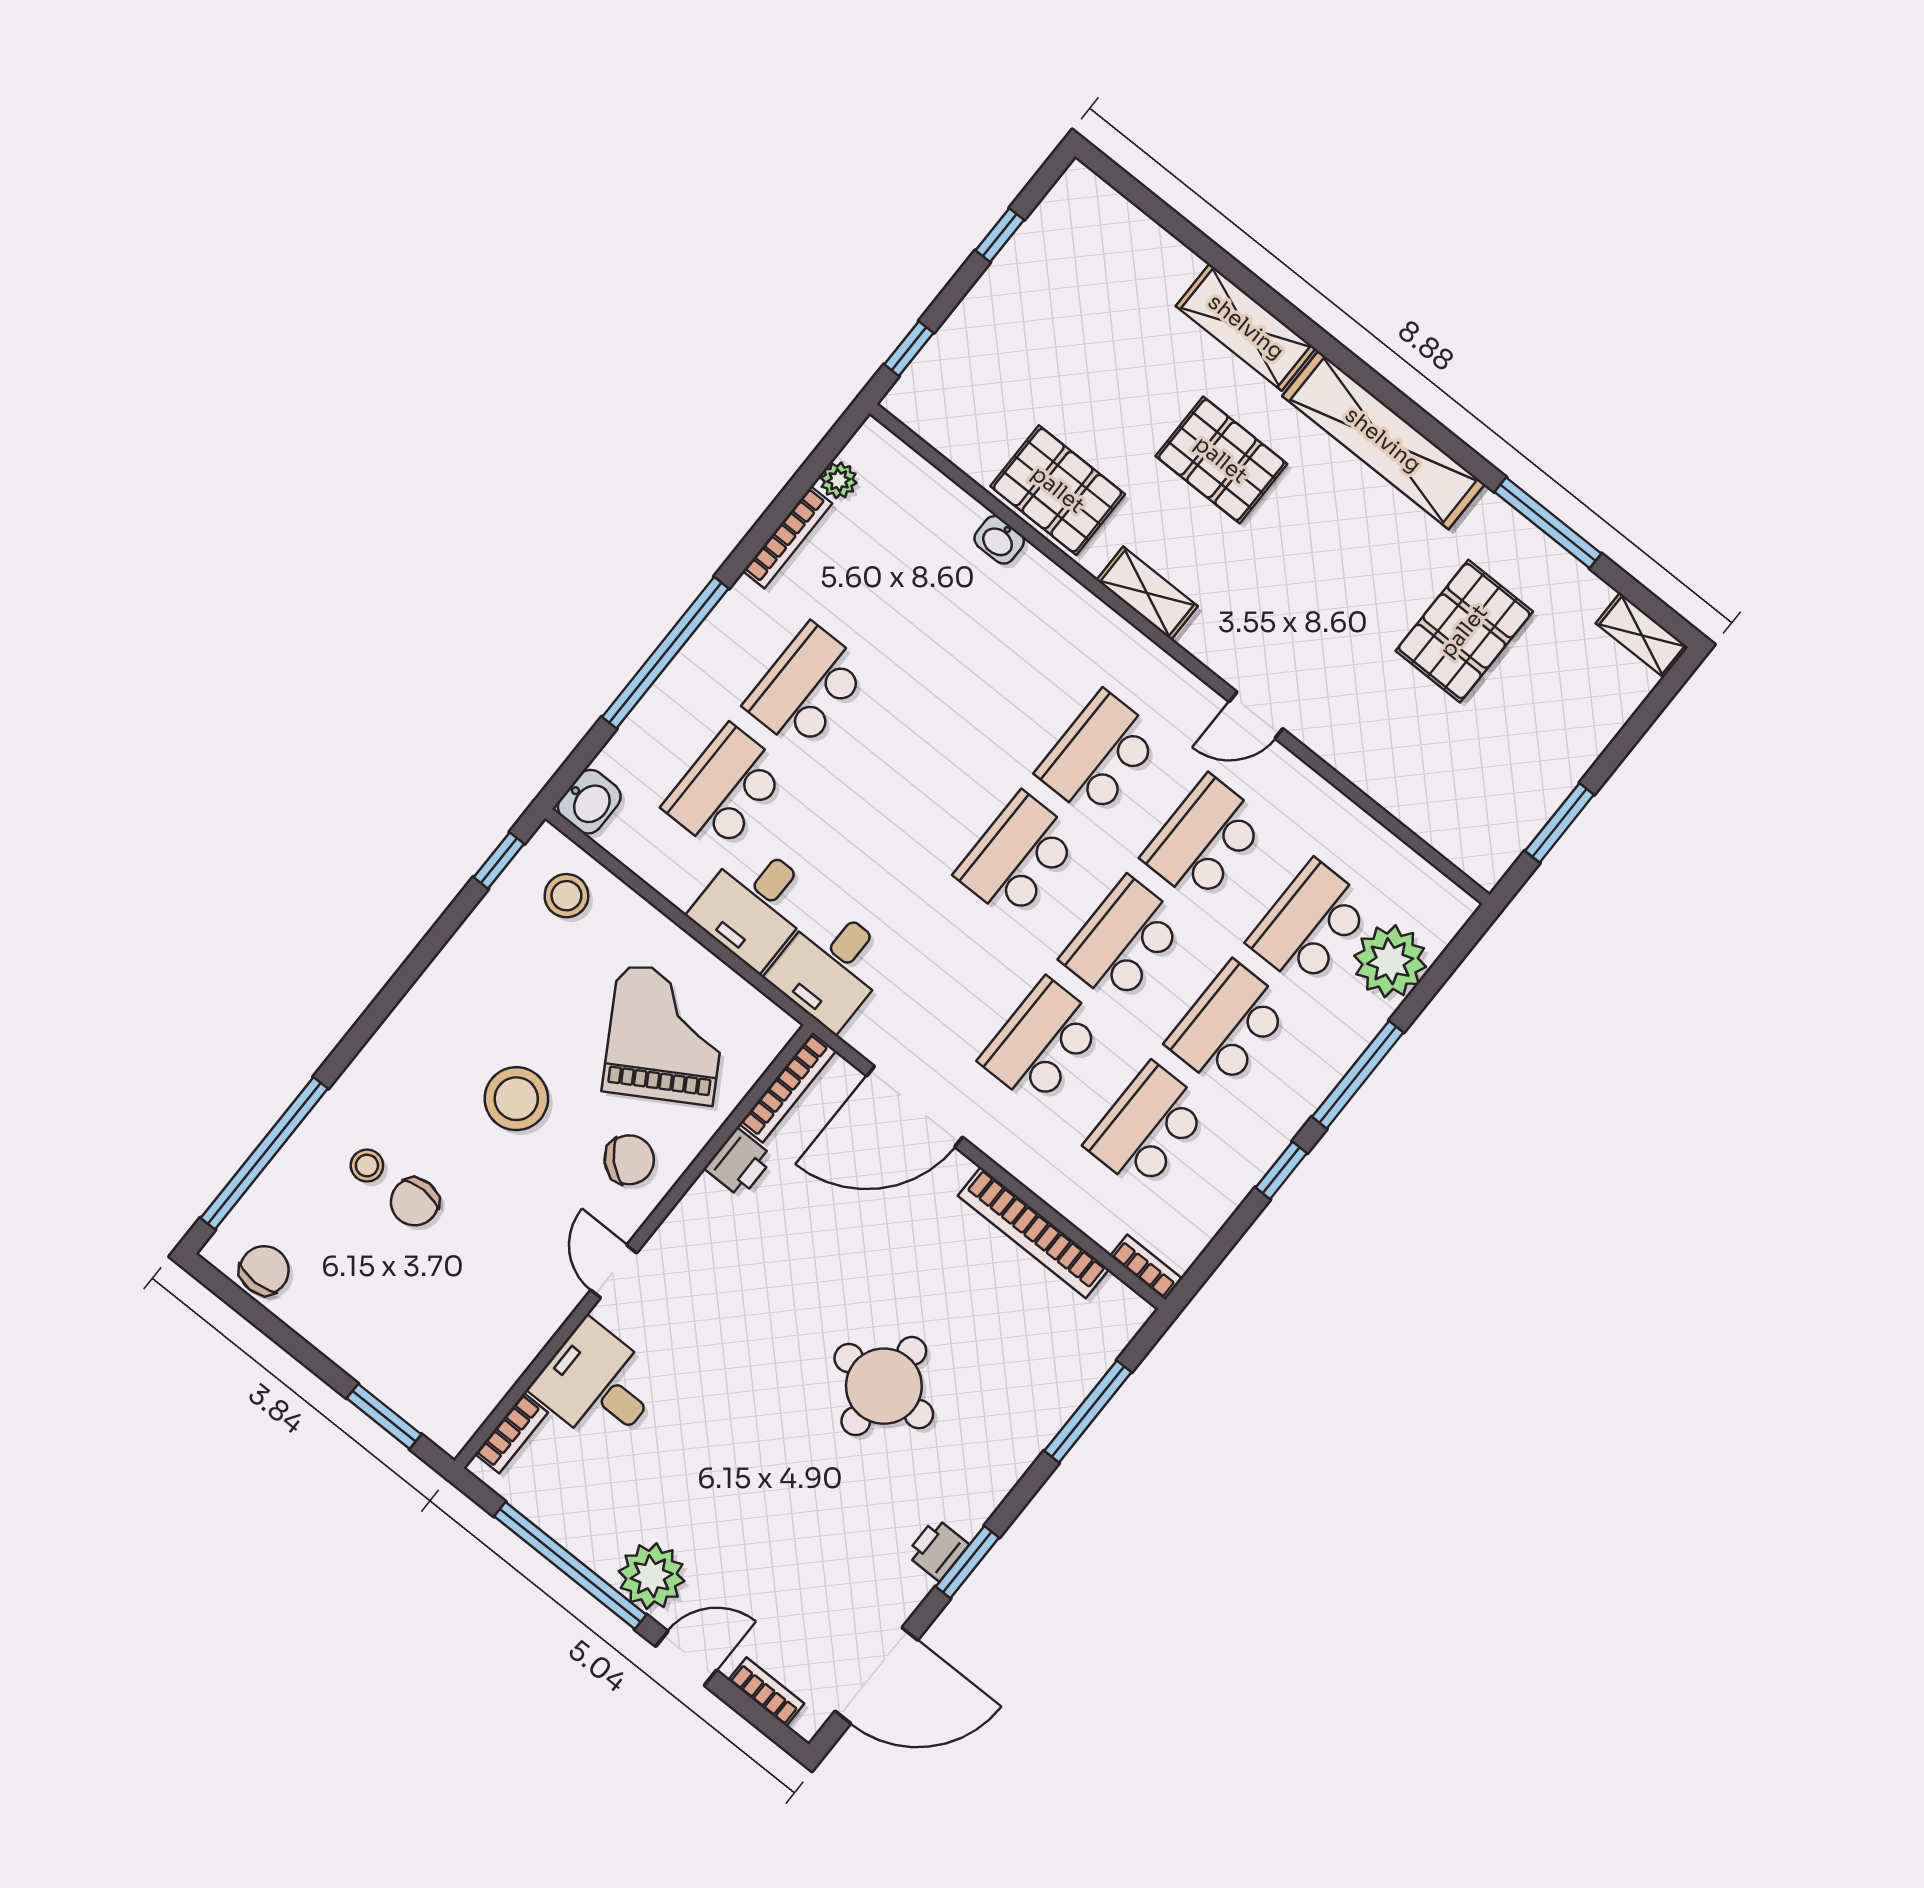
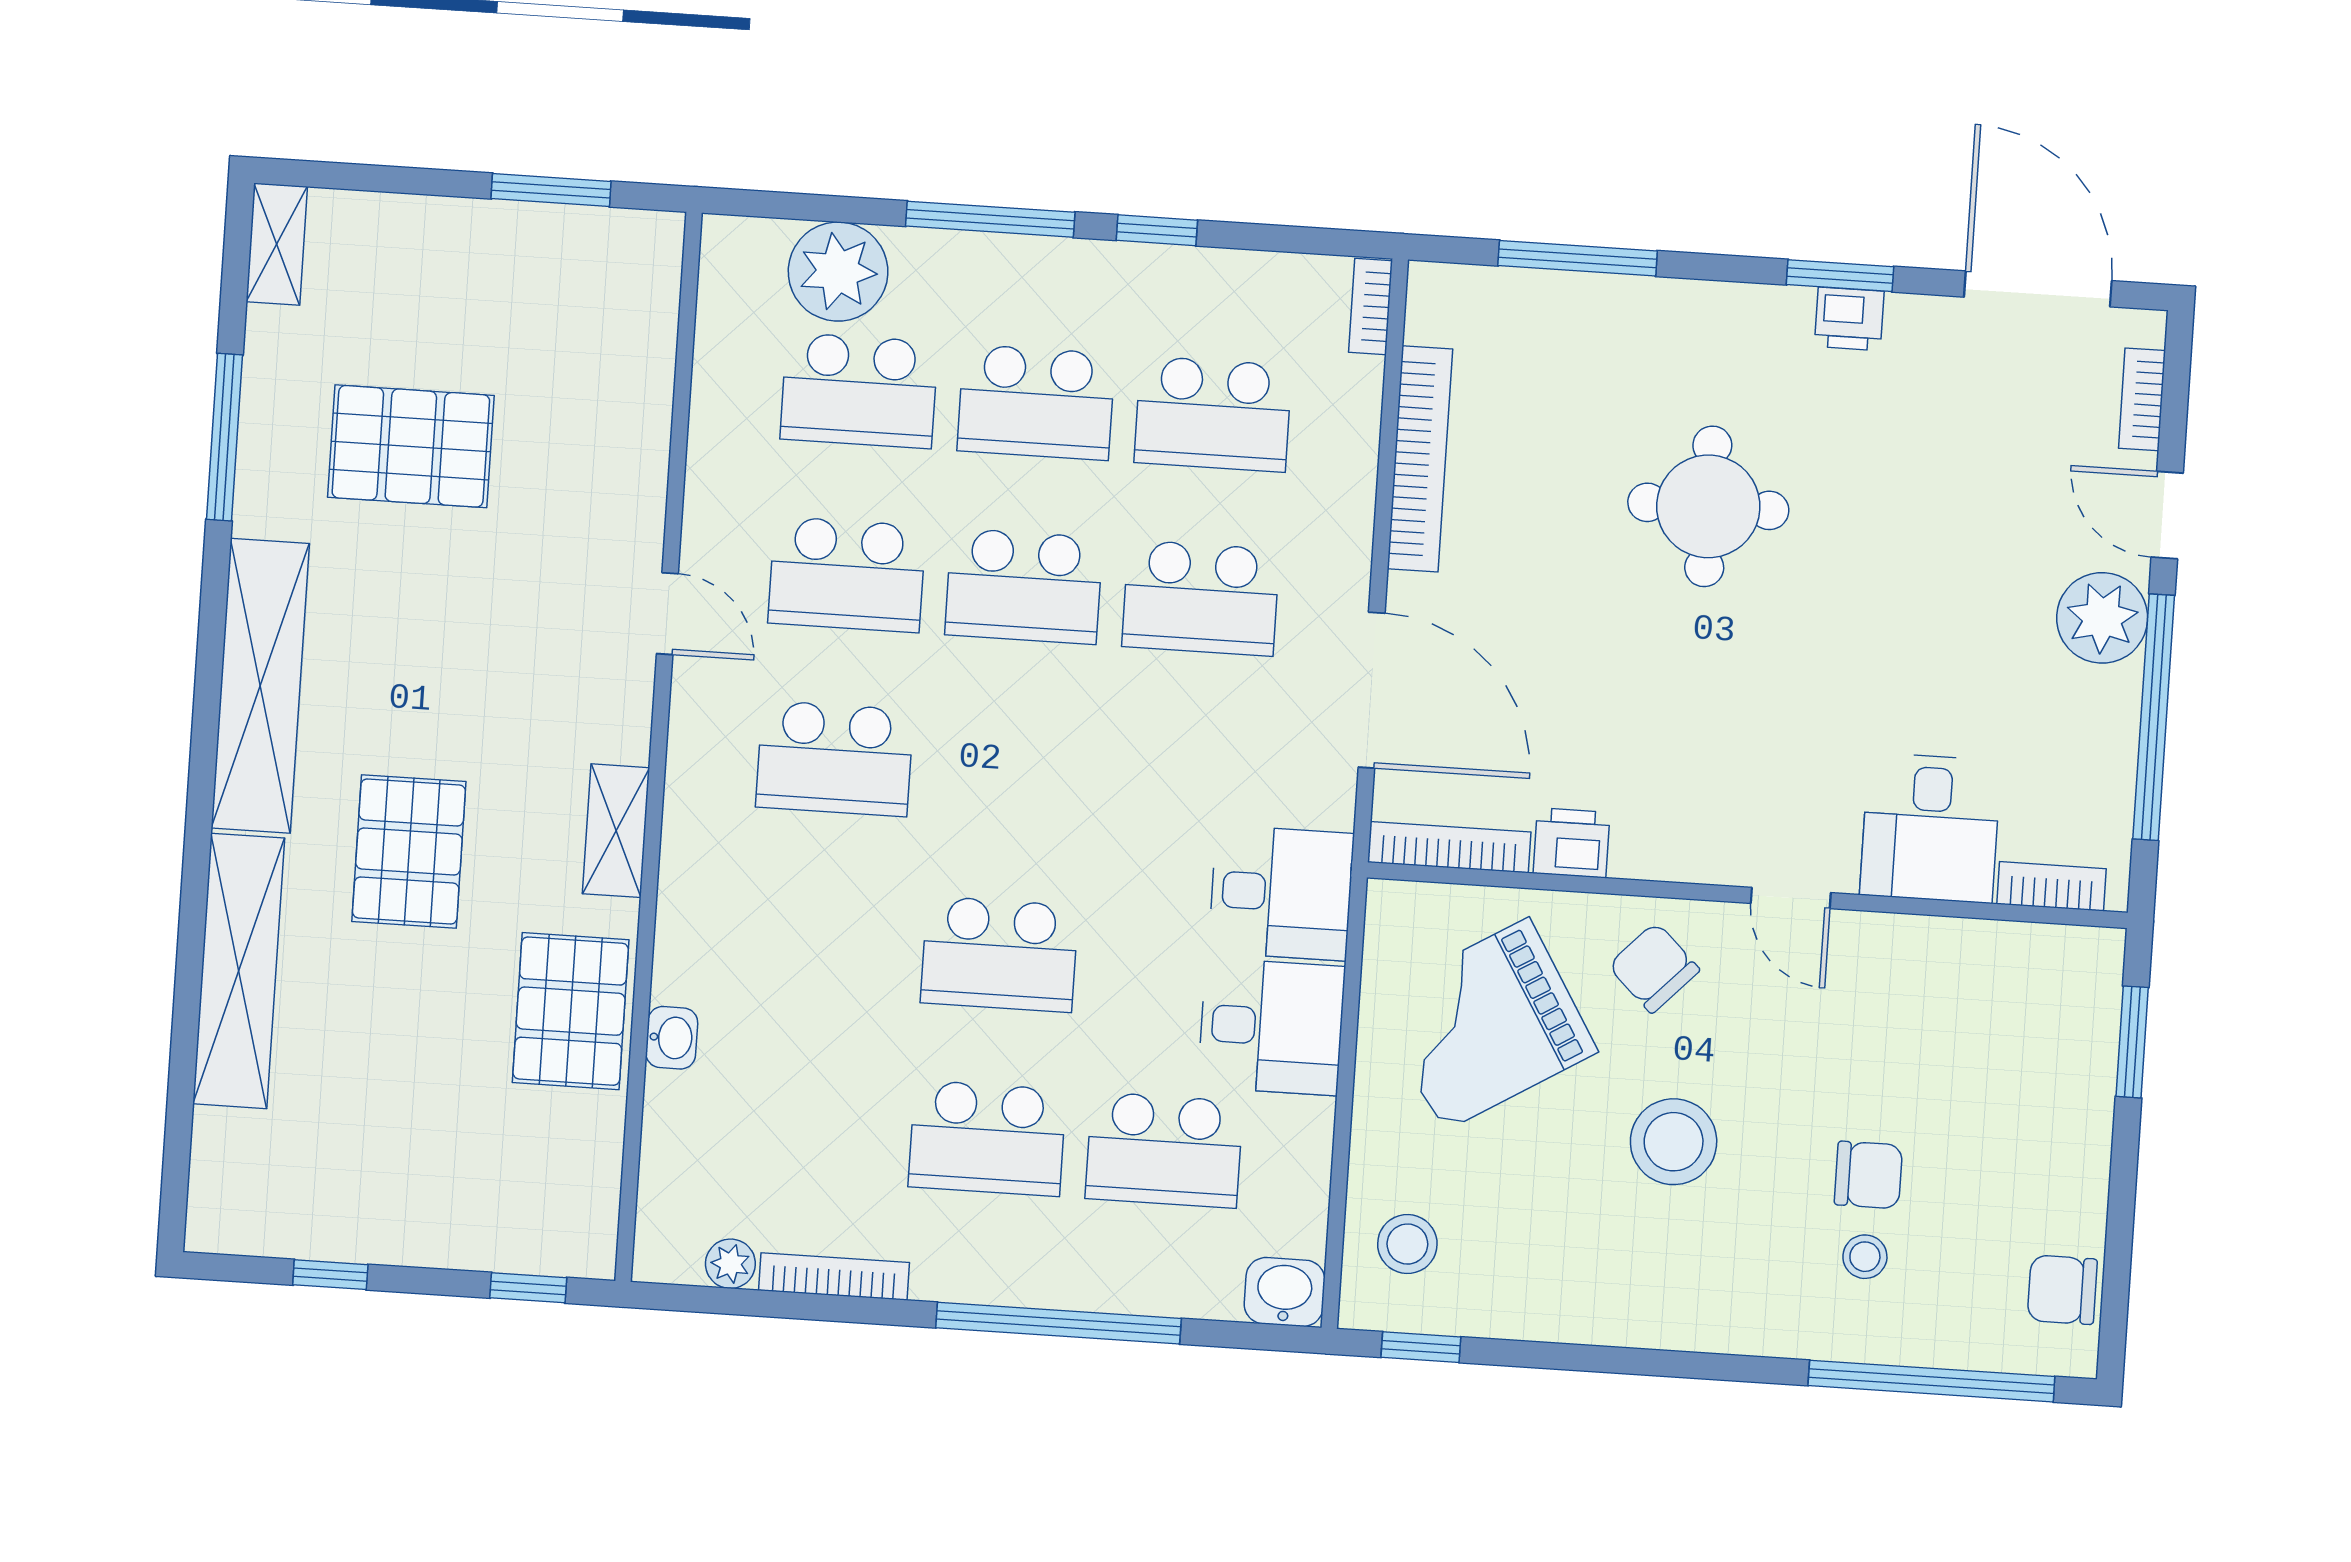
shelving: (1246, 327) -> (239, 971), width x1.47
school desk: (1017, 856) -> (999, 954), moved
door: (614, 1271) -> (1791, 898), hinge flipped

